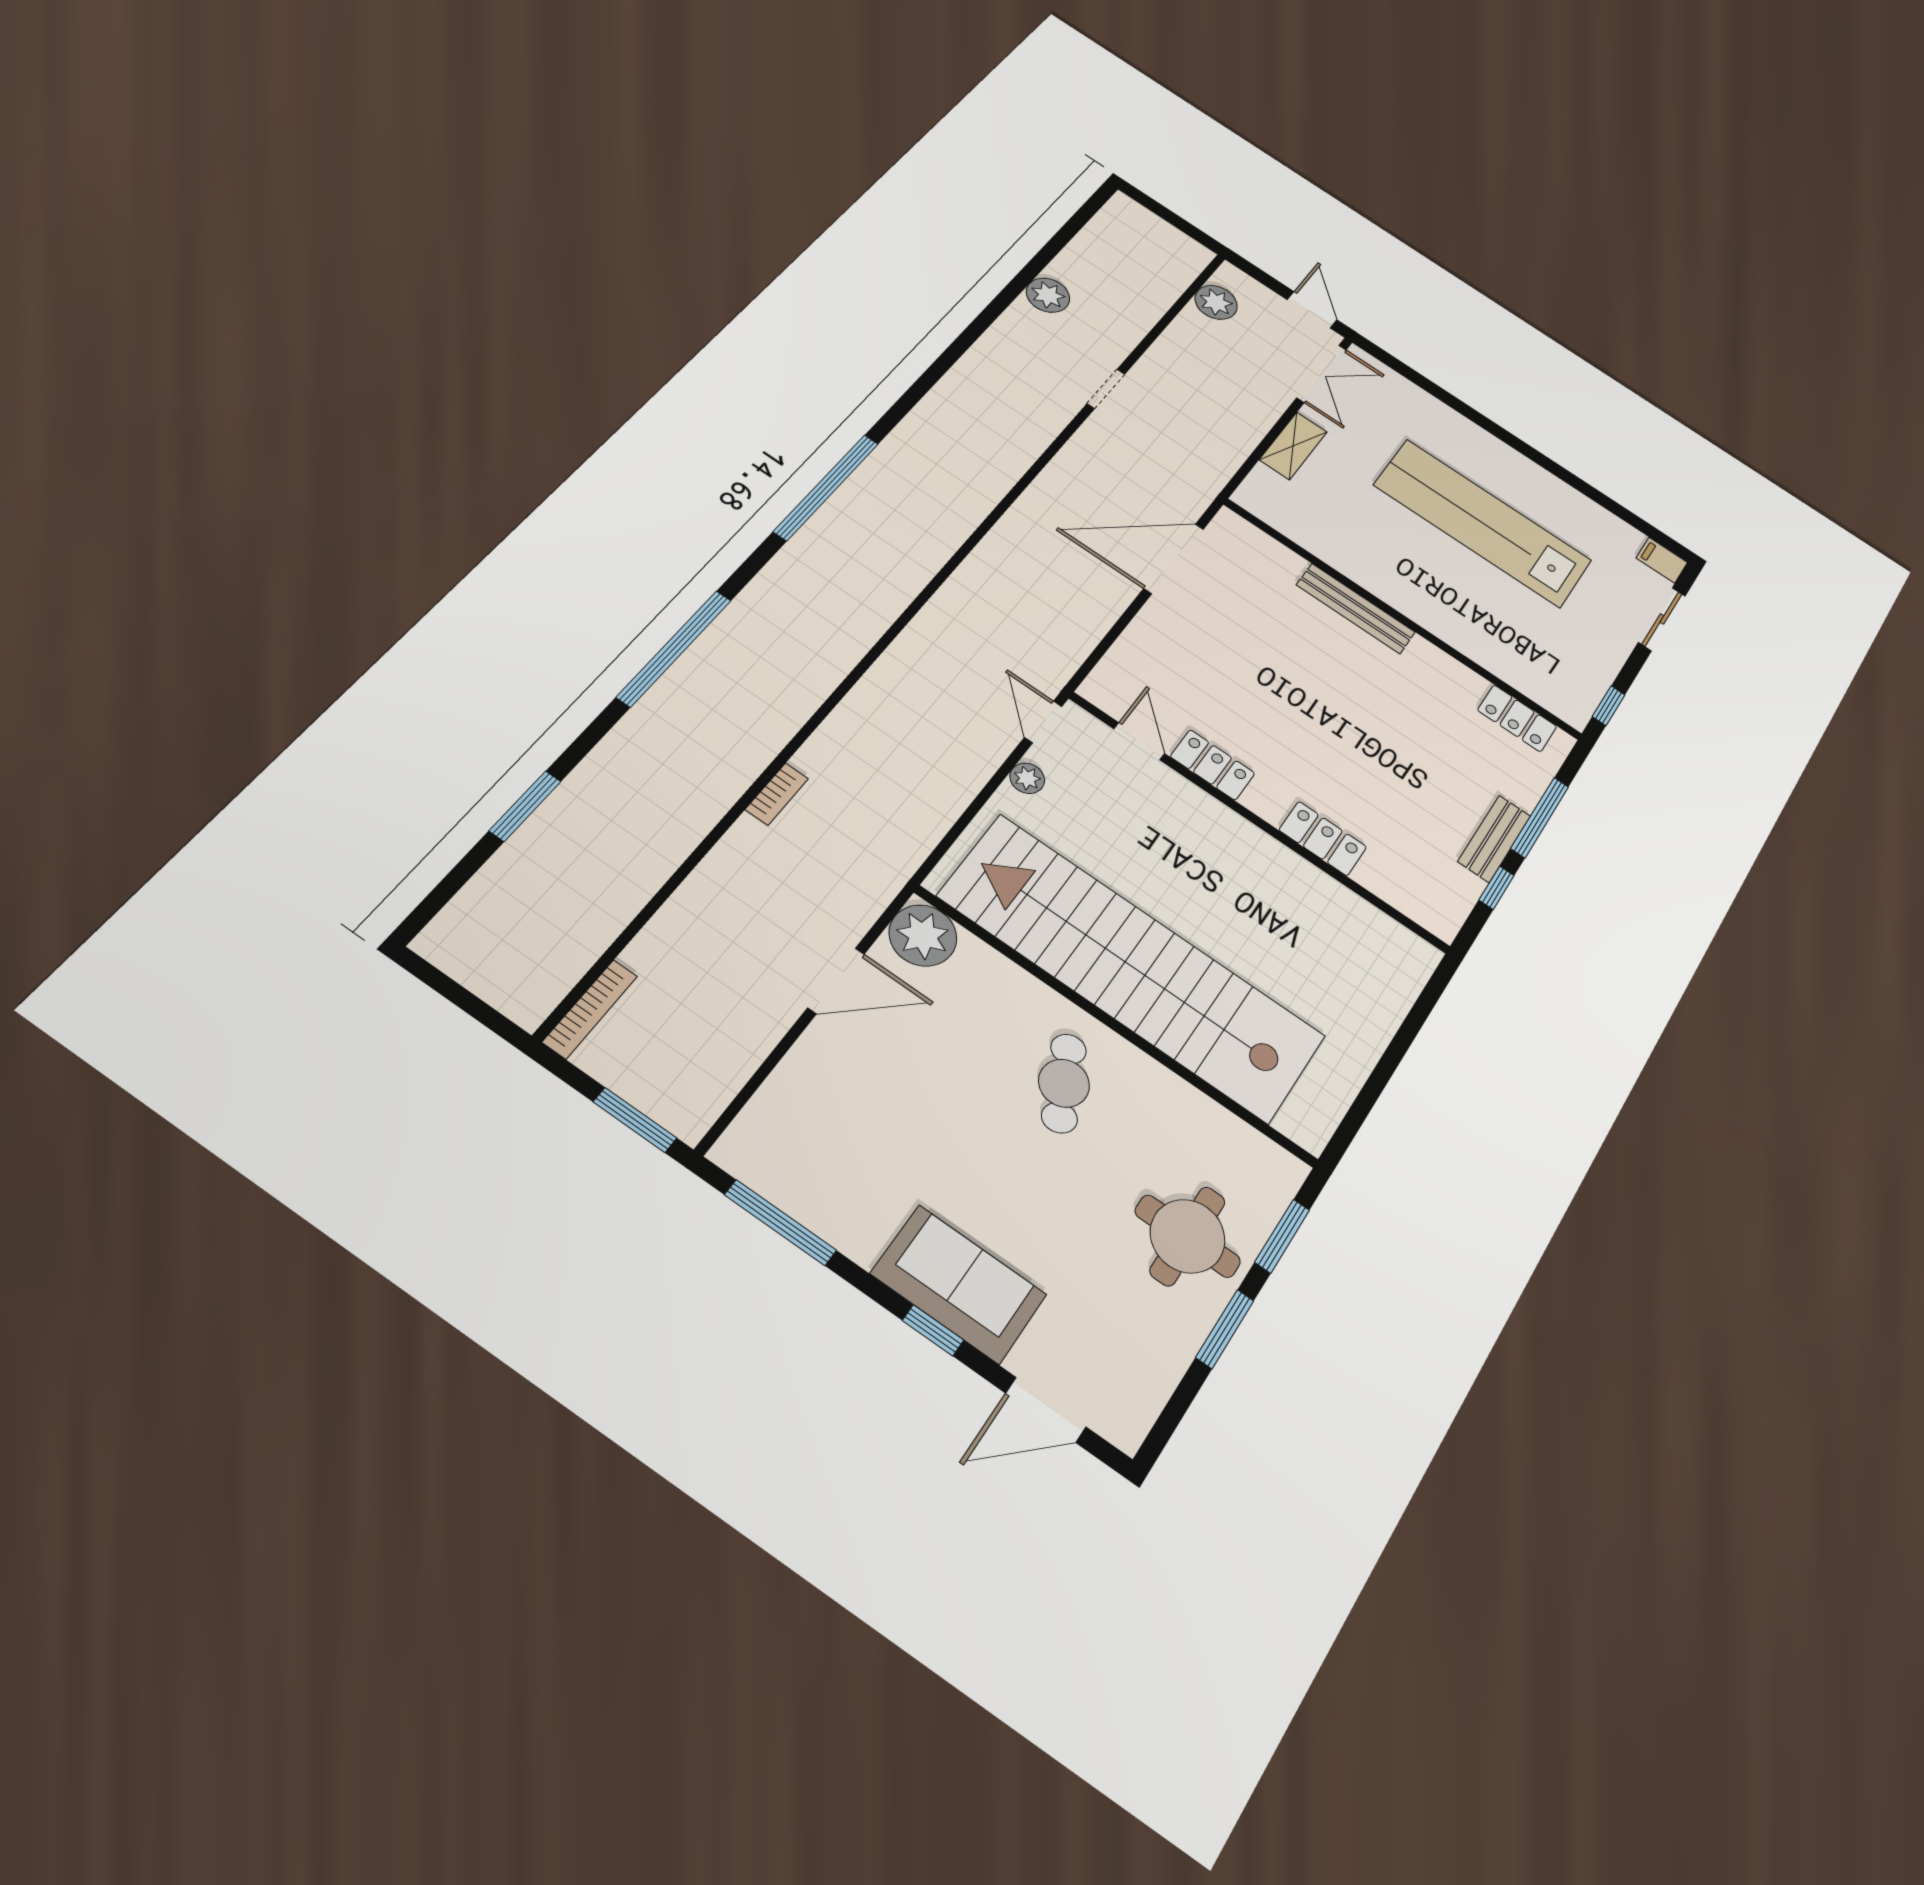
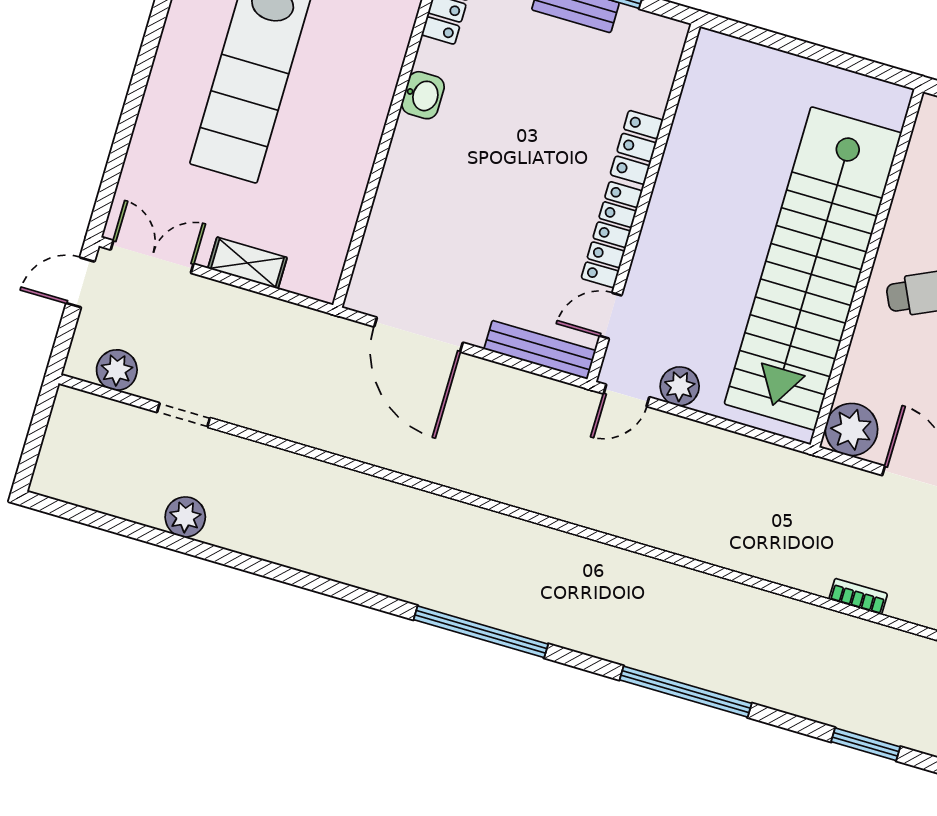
doorway: (1106, 389) -> (183, 415), moved
bench: (1356, 608) -> (540, 350), moved, turned 90
washbasin: (1430, 661) -> (423, 95), added
locker: (1213, 765) -> (612, 235), width x1.53
plant: (1027, 778) -> (680, 386), width x1.38, depth x1.38
bookcase: (777, 794) -> (858, 596), moved

